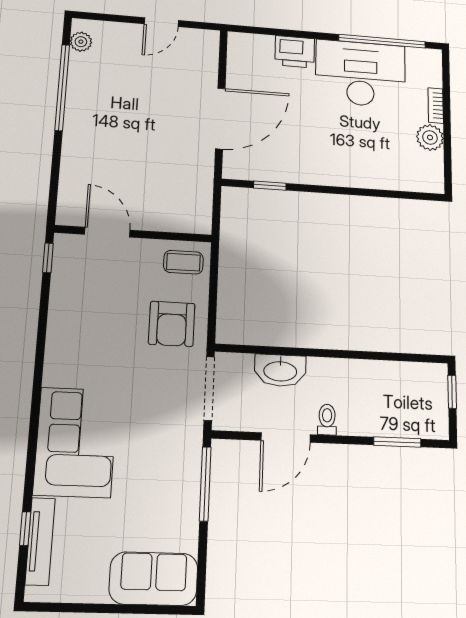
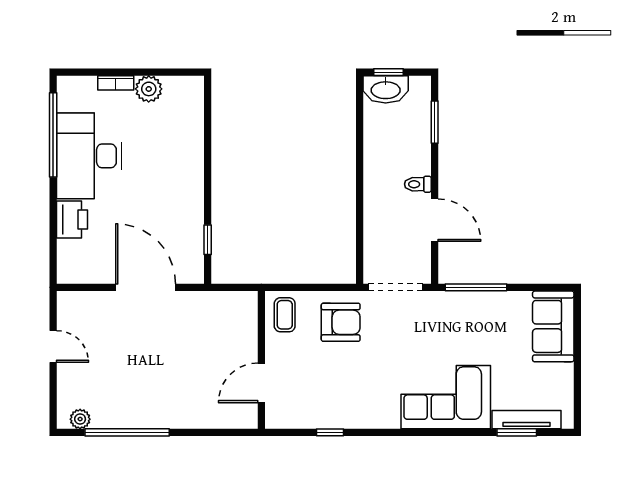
window: (48, 258) -> (330, 432), moved
washbasin: (280, 370) -> (386, 89), moved, turned 90
window: (25, 529) -> (517, 432), width x1.50

